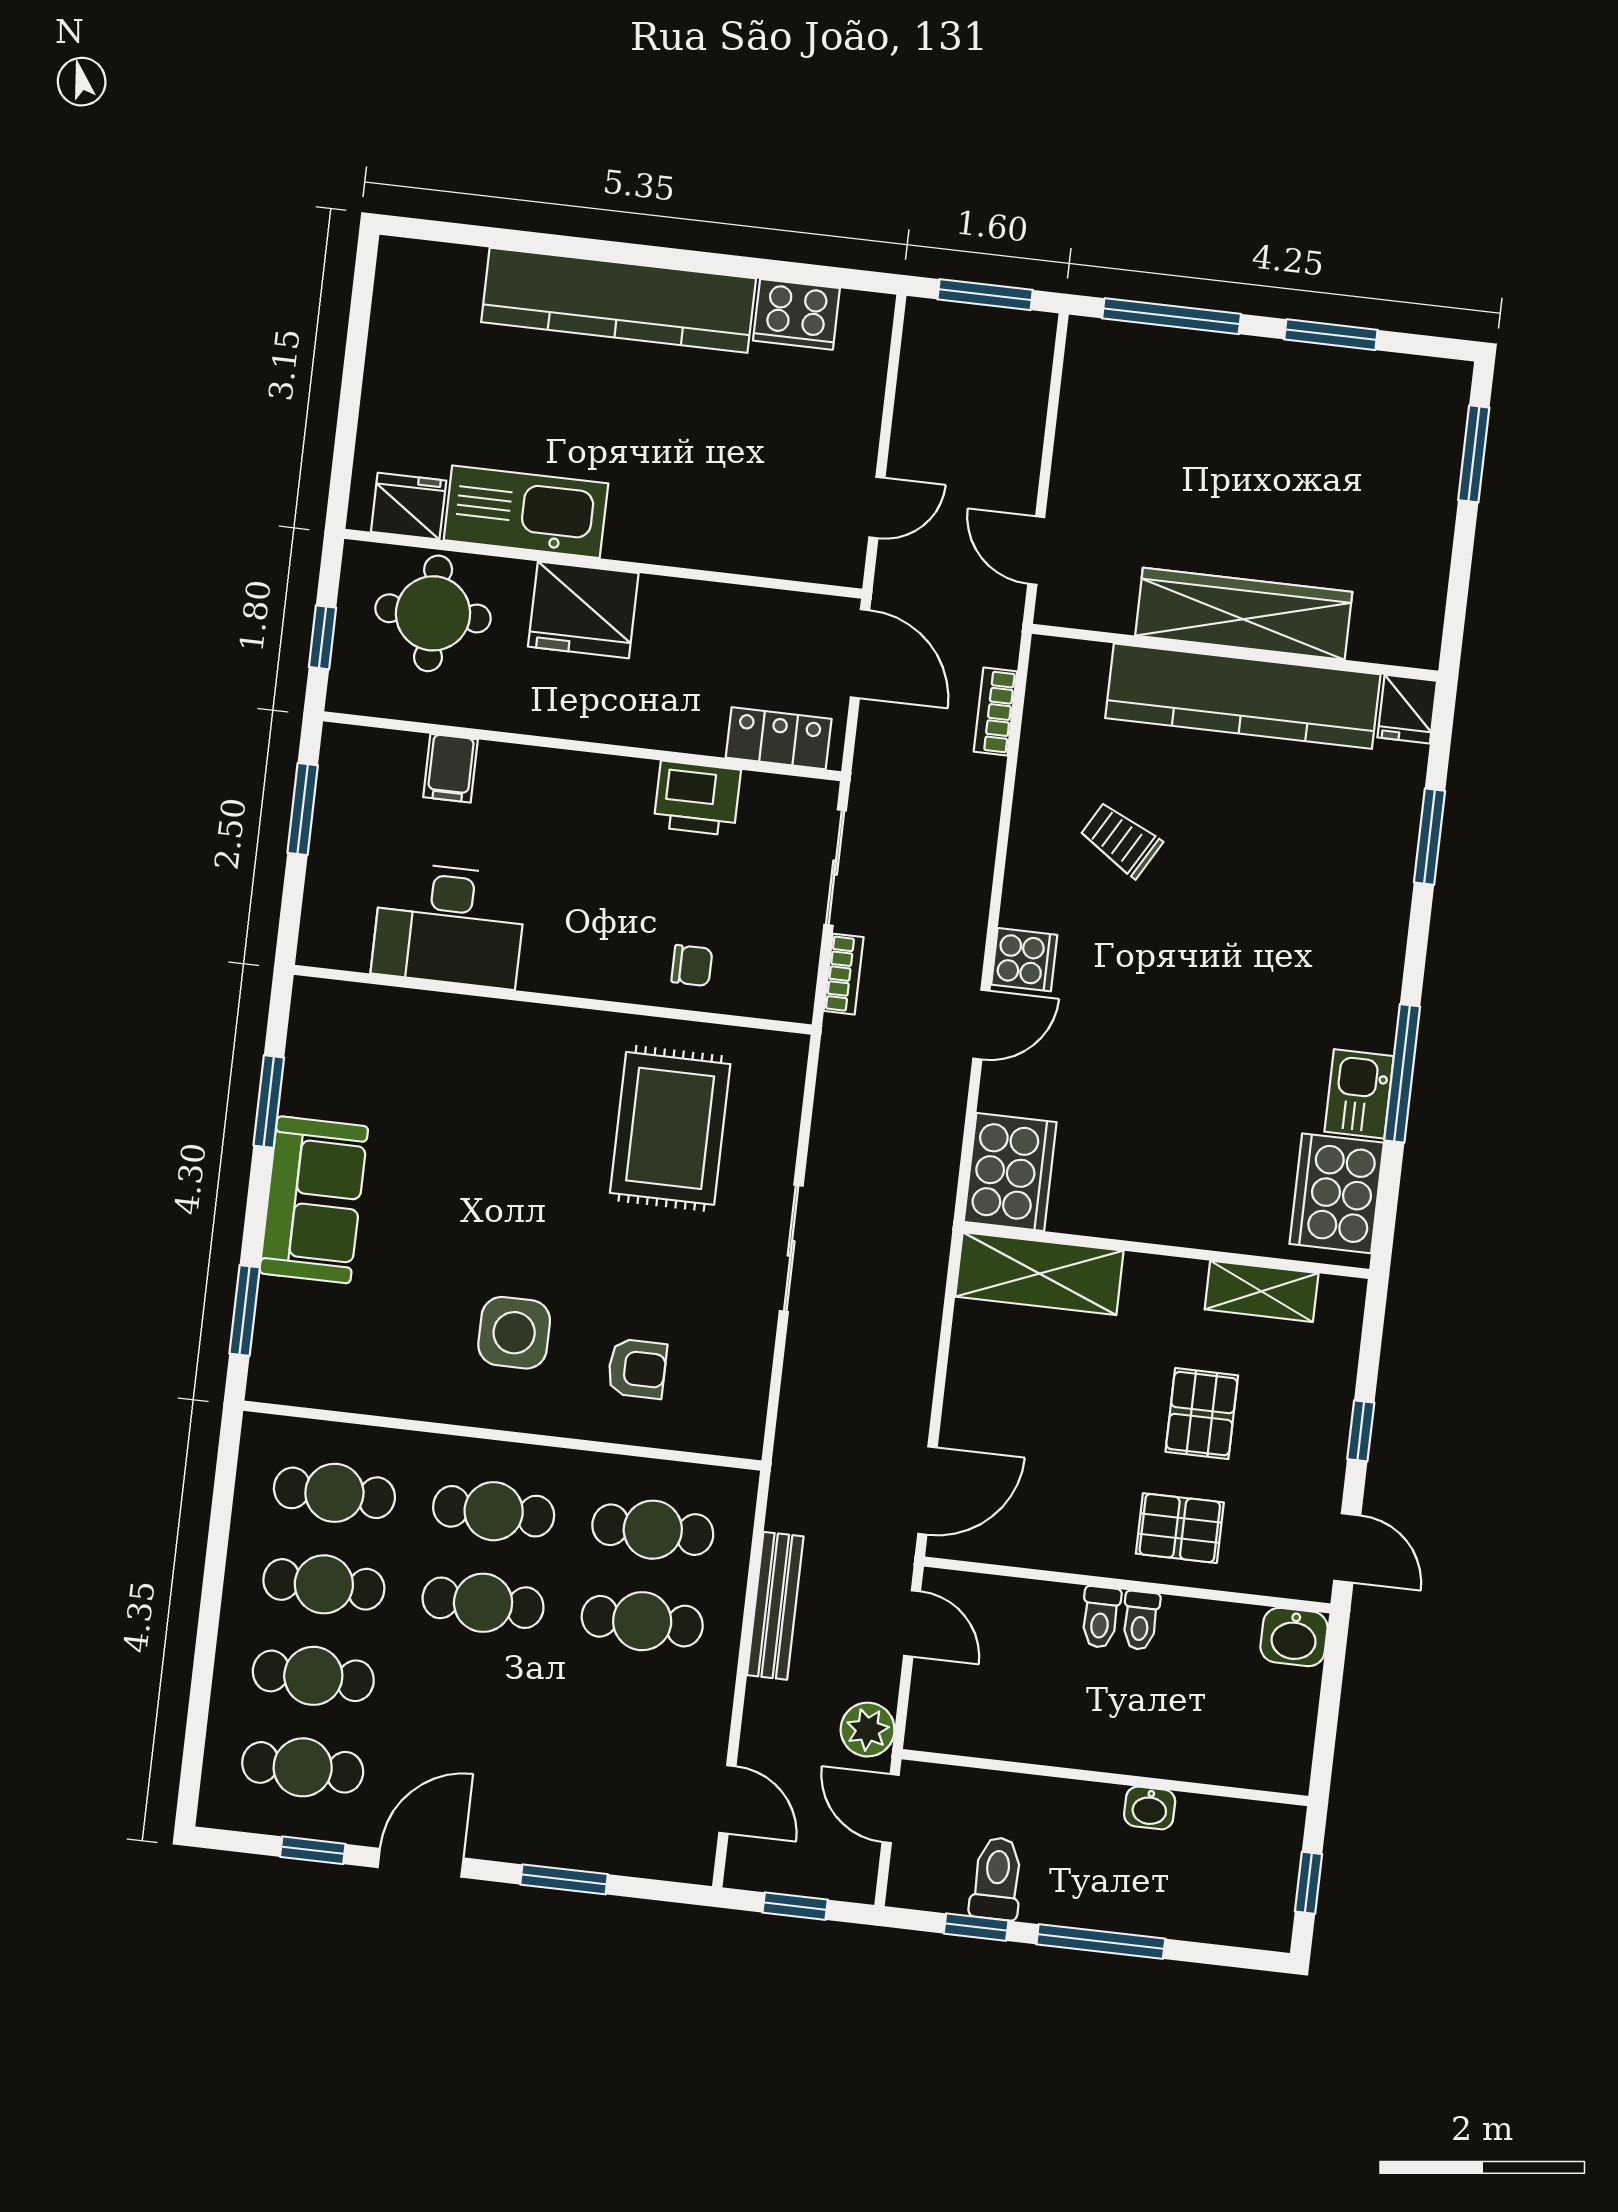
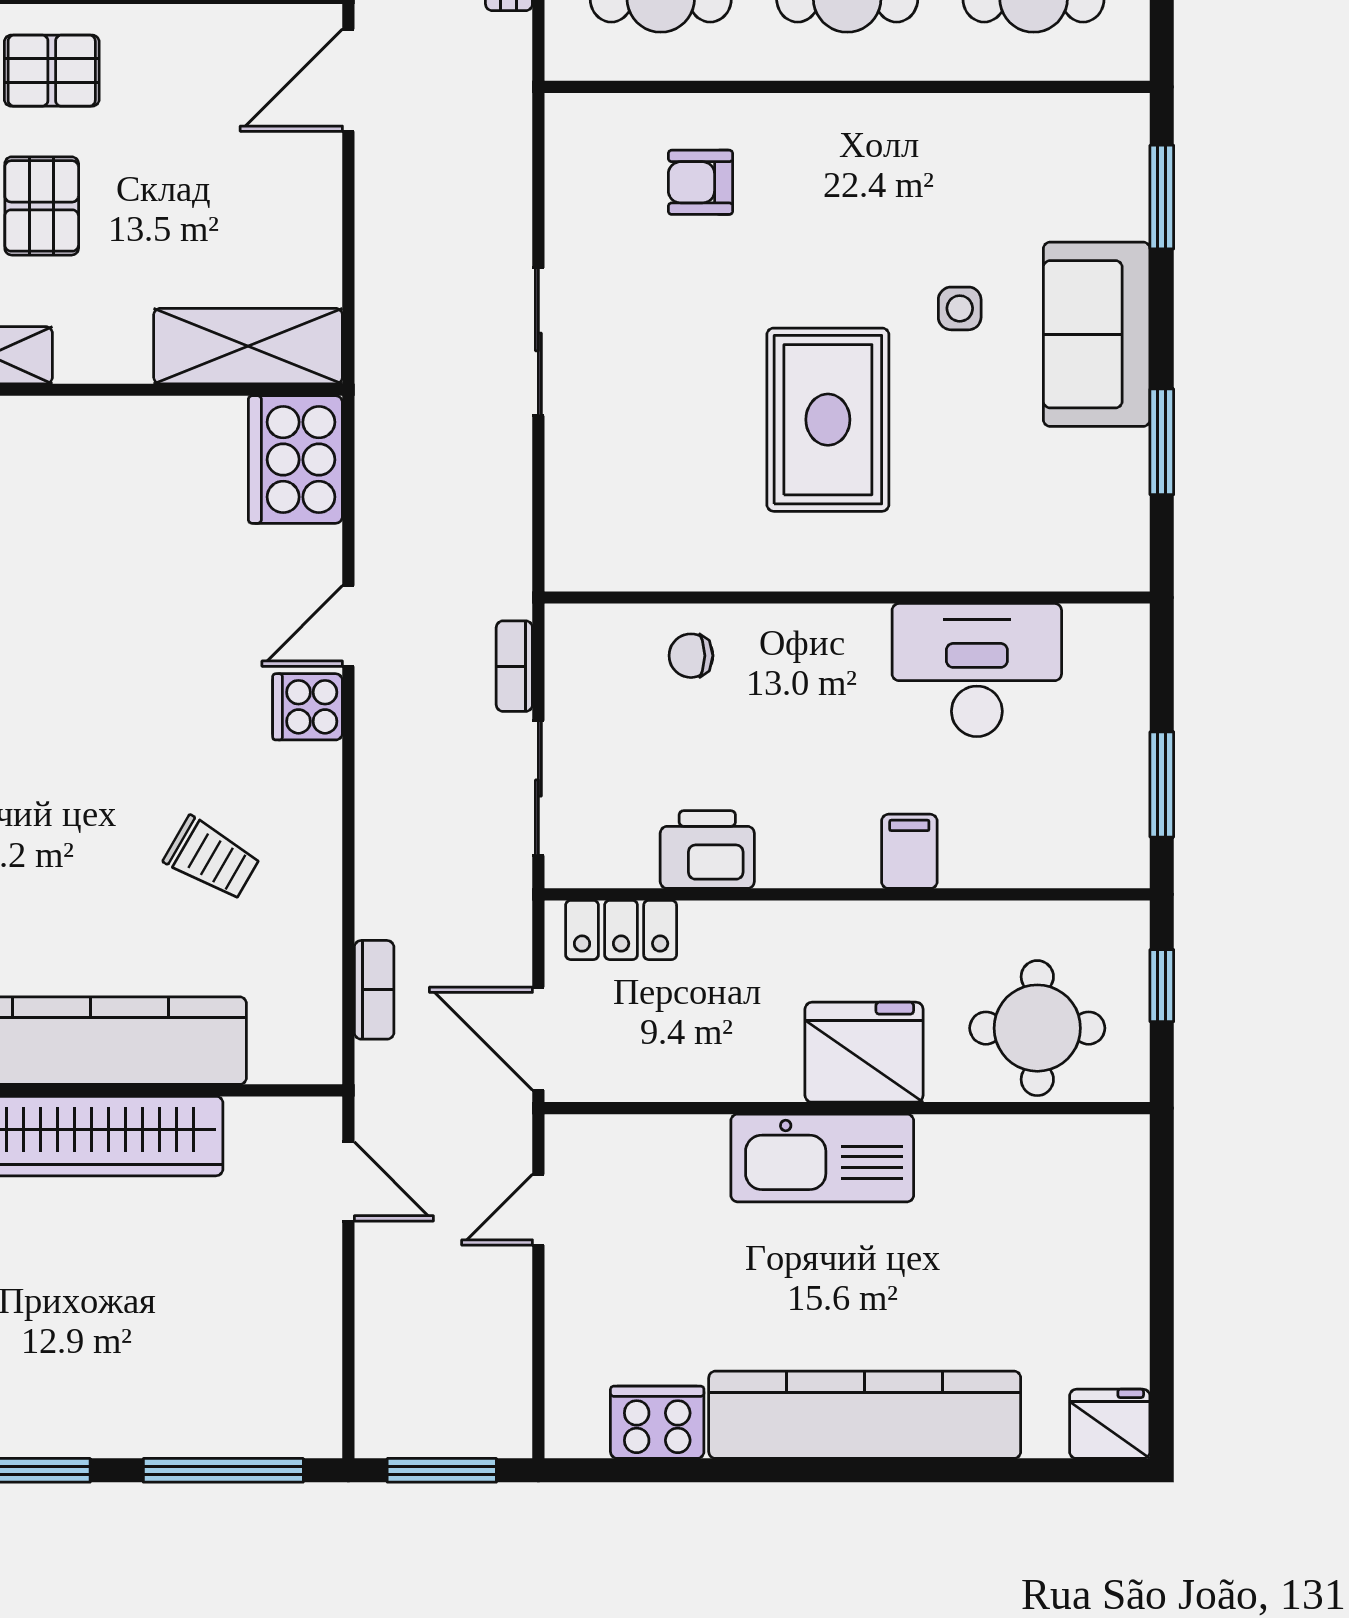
fridge: (409, 506) -> (1110, 1424), moved, turned 180
kitchen sink: (526, 512) -> (822, 1158), moved
filing cabinet: (451, 768) -> (909, 851), moved
rug: (670, 1128) -> (828, 420), moved
side table: (514, 1333) -> (960, 308), moved, width x0.54, depth x0.54

